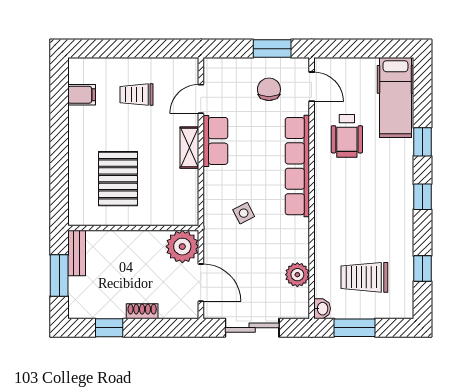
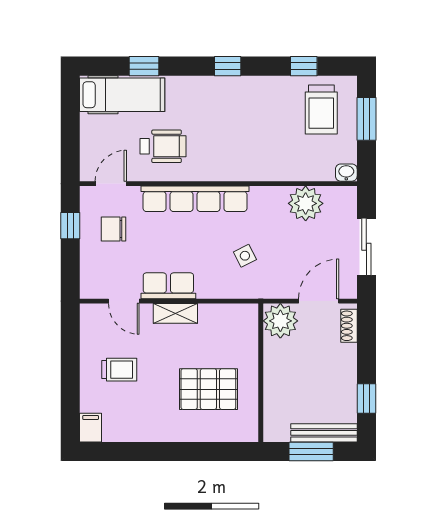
window: (272, 49) -> (70, 226), width x0.67
filing cabinet: (82, 95) -> (91, 428), moved
trolley: (136, 95) -> (119, 370), turned -90
window: (422, 142) -> (144, 66), moved
bench: (77, 253) -> (324, 433), moved, width x1.36
plant: (297, 275) -> (306, 203), width x1.36, depth x1.36
trolley: (364, 277) -> (321, 110), moved
shoe rack: (142, 311) -> (349, 326), moved
window: (354, 328) -> (366, 119), moved

